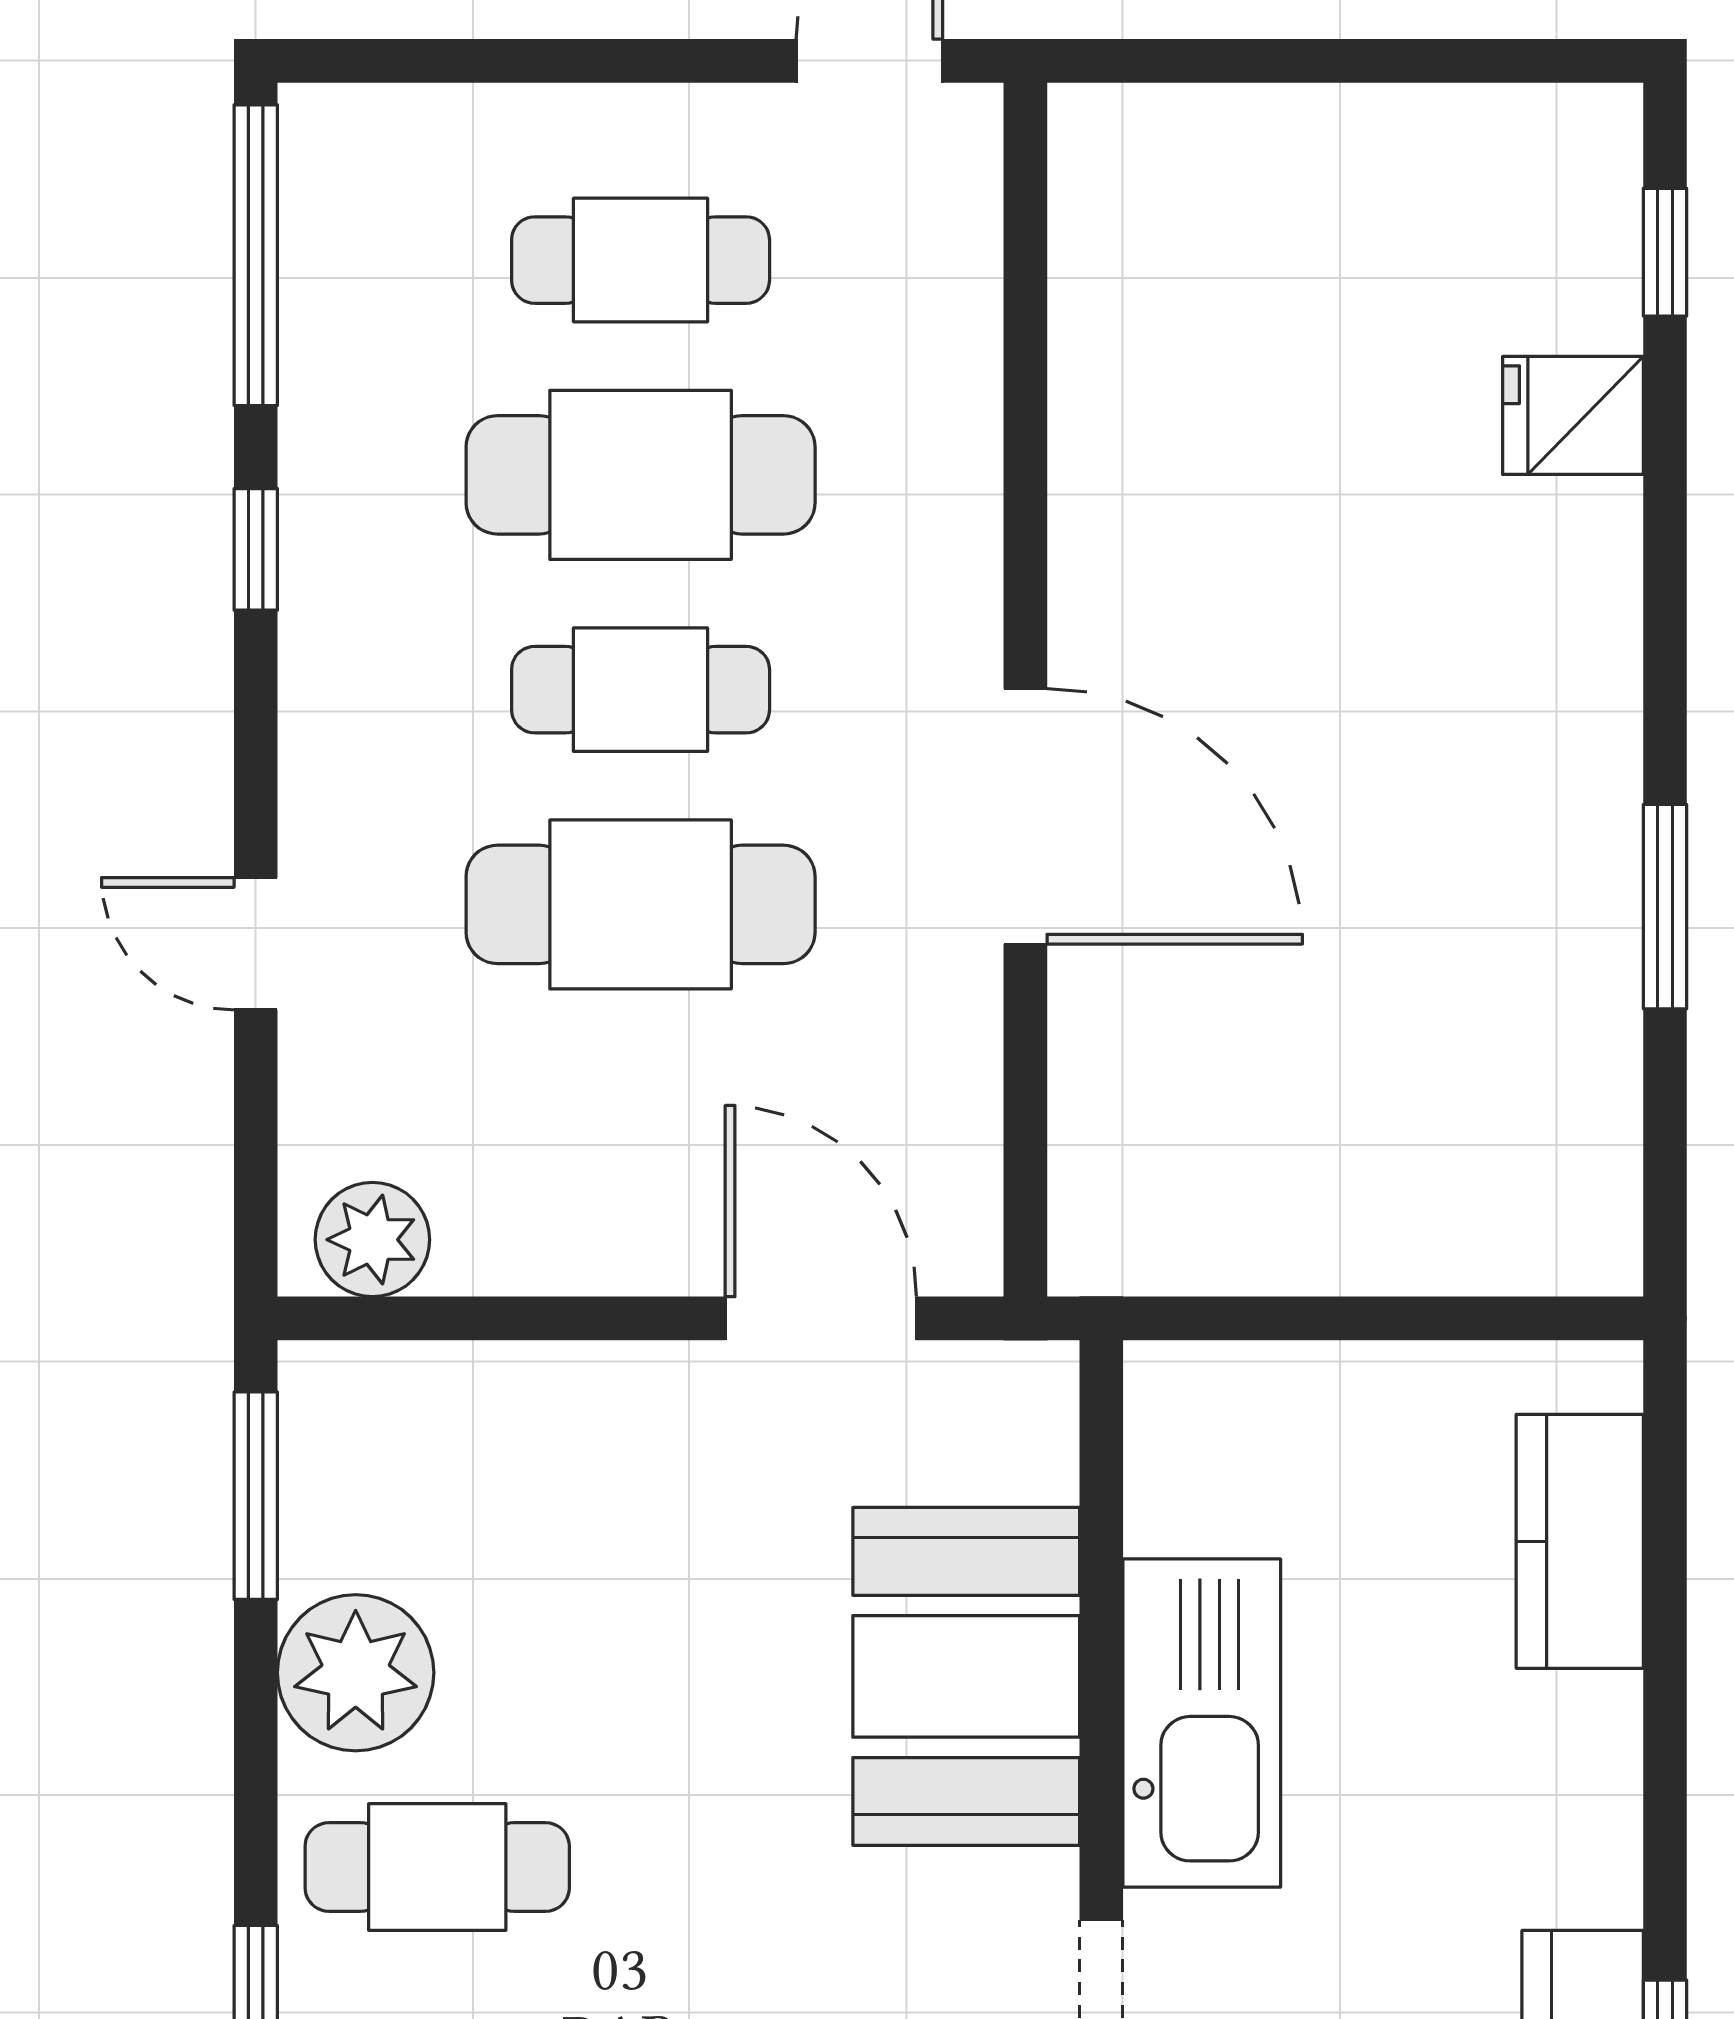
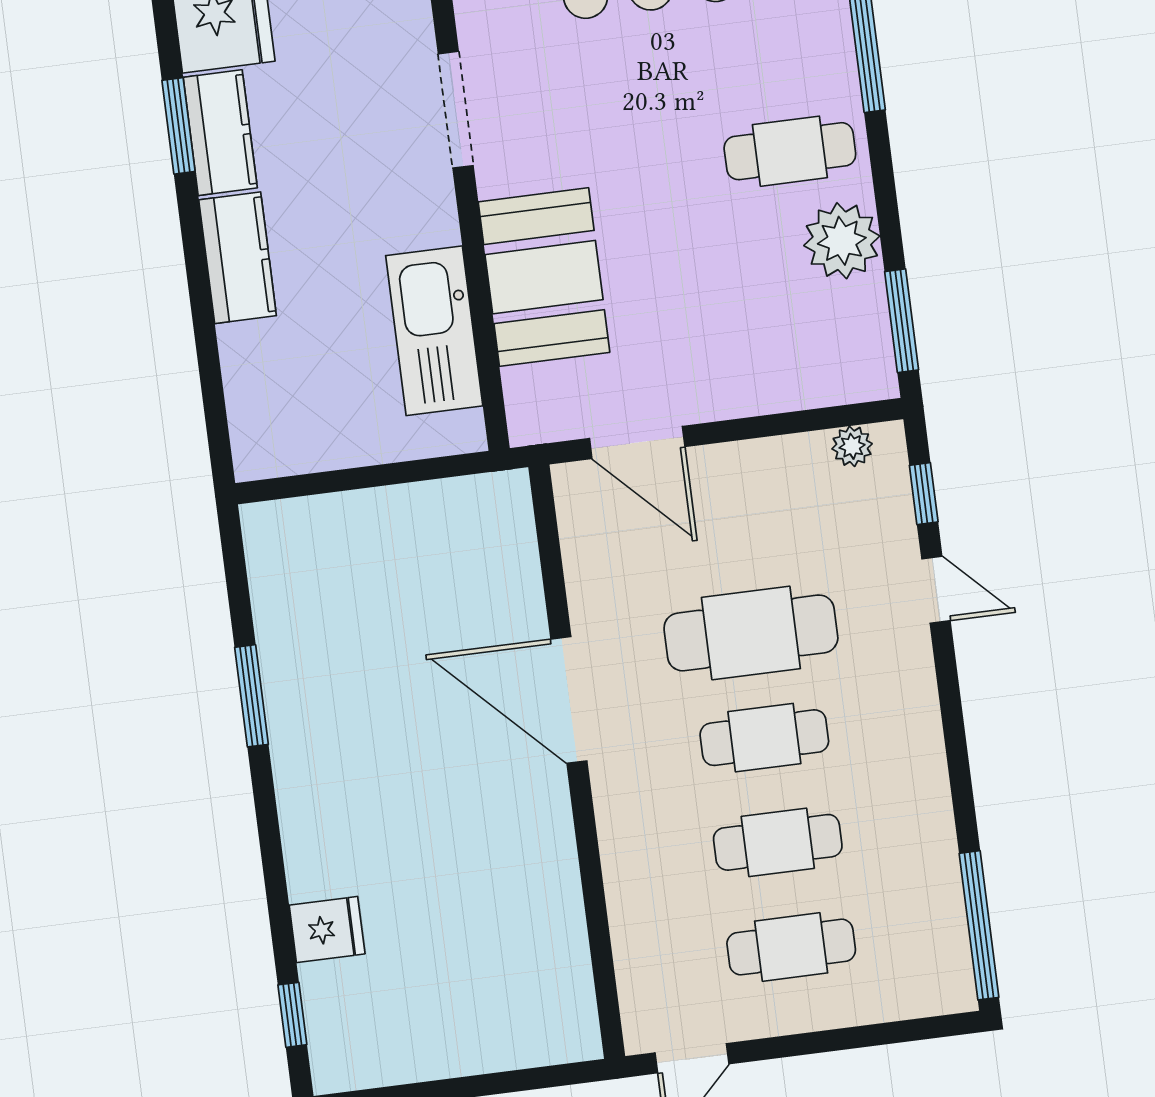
cafe table: (641, 475) -> (778, 842), width x0.73, depth x0.74
window: (256, 549) -> (924, 494), moved
plant: (372, 1240) -> (852, 446), width x0.73, depth x0.73
kitchen counter: (1580, 1541) -> (238, 258), moved
kitchen sink: (1202, 1723) -> (434, 331), moved

